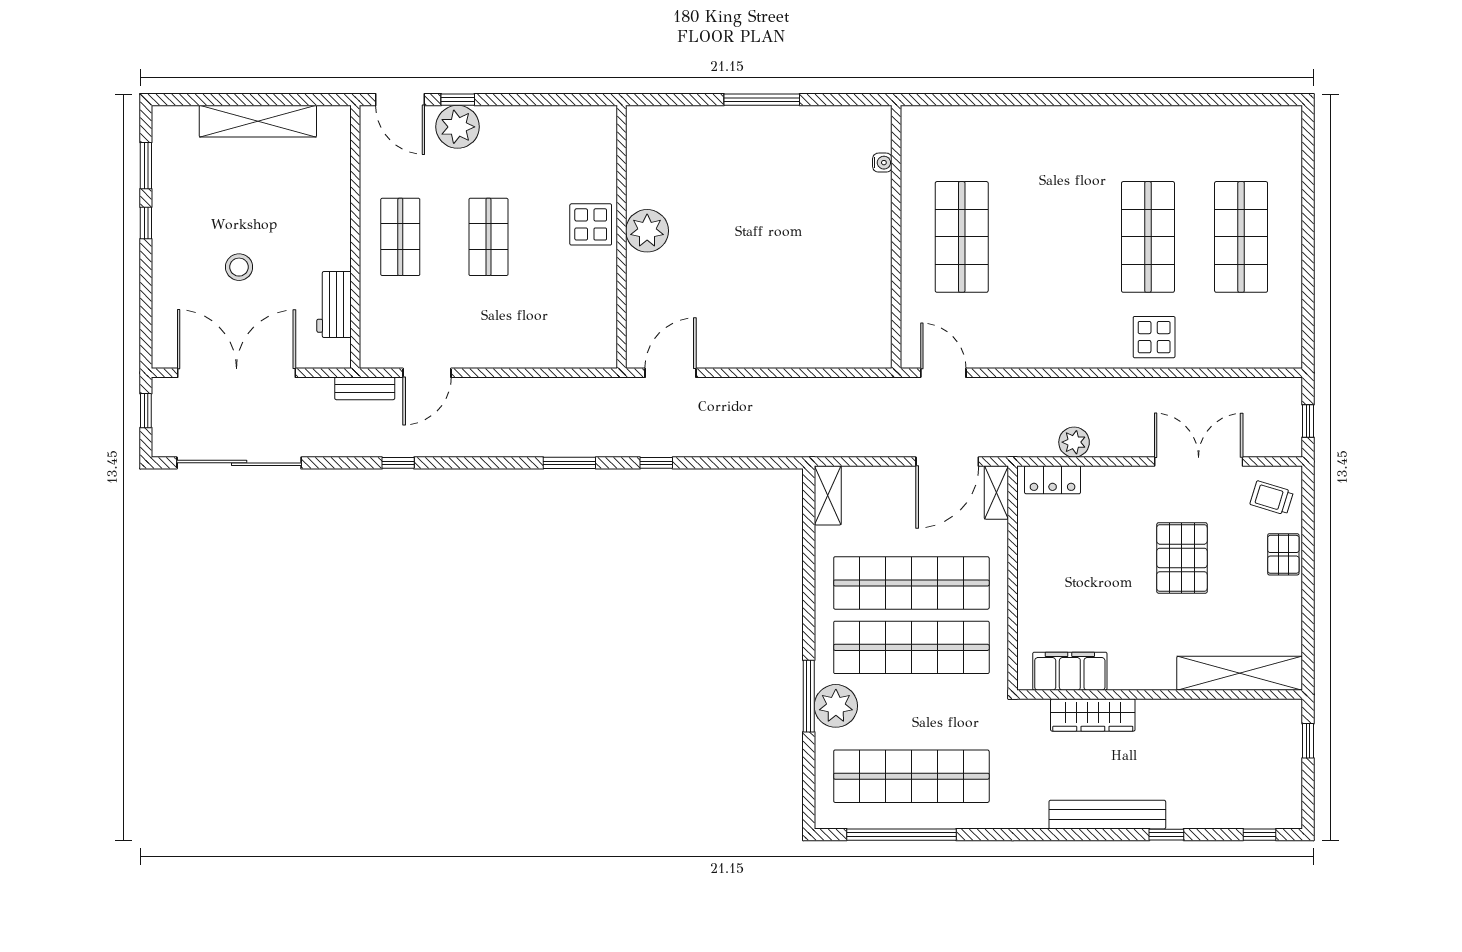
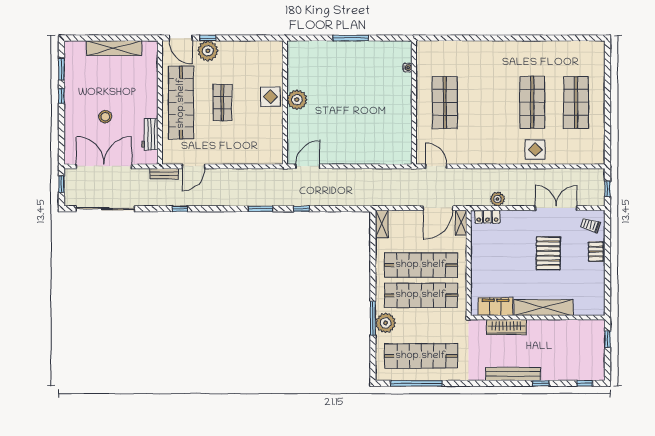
shop shelf: (400, 237) -> (181, 103), width x2.00, depth x1.36
shelving: (1240, 673) -> (543, 308), moved

